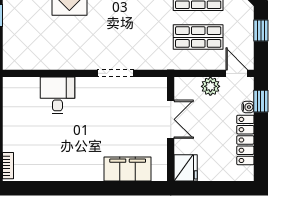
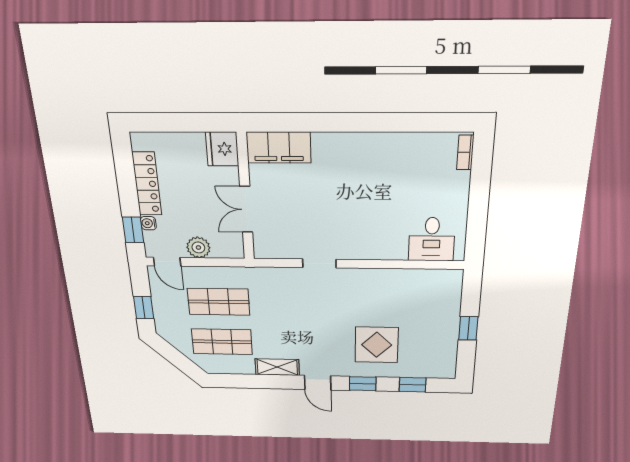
doorway: (115, 73) -> (319, 263), width x0.73
desk: (57, 95) -> (432, 239), moved
filing cabinet: (128, 169) -> (279, 148), moved

